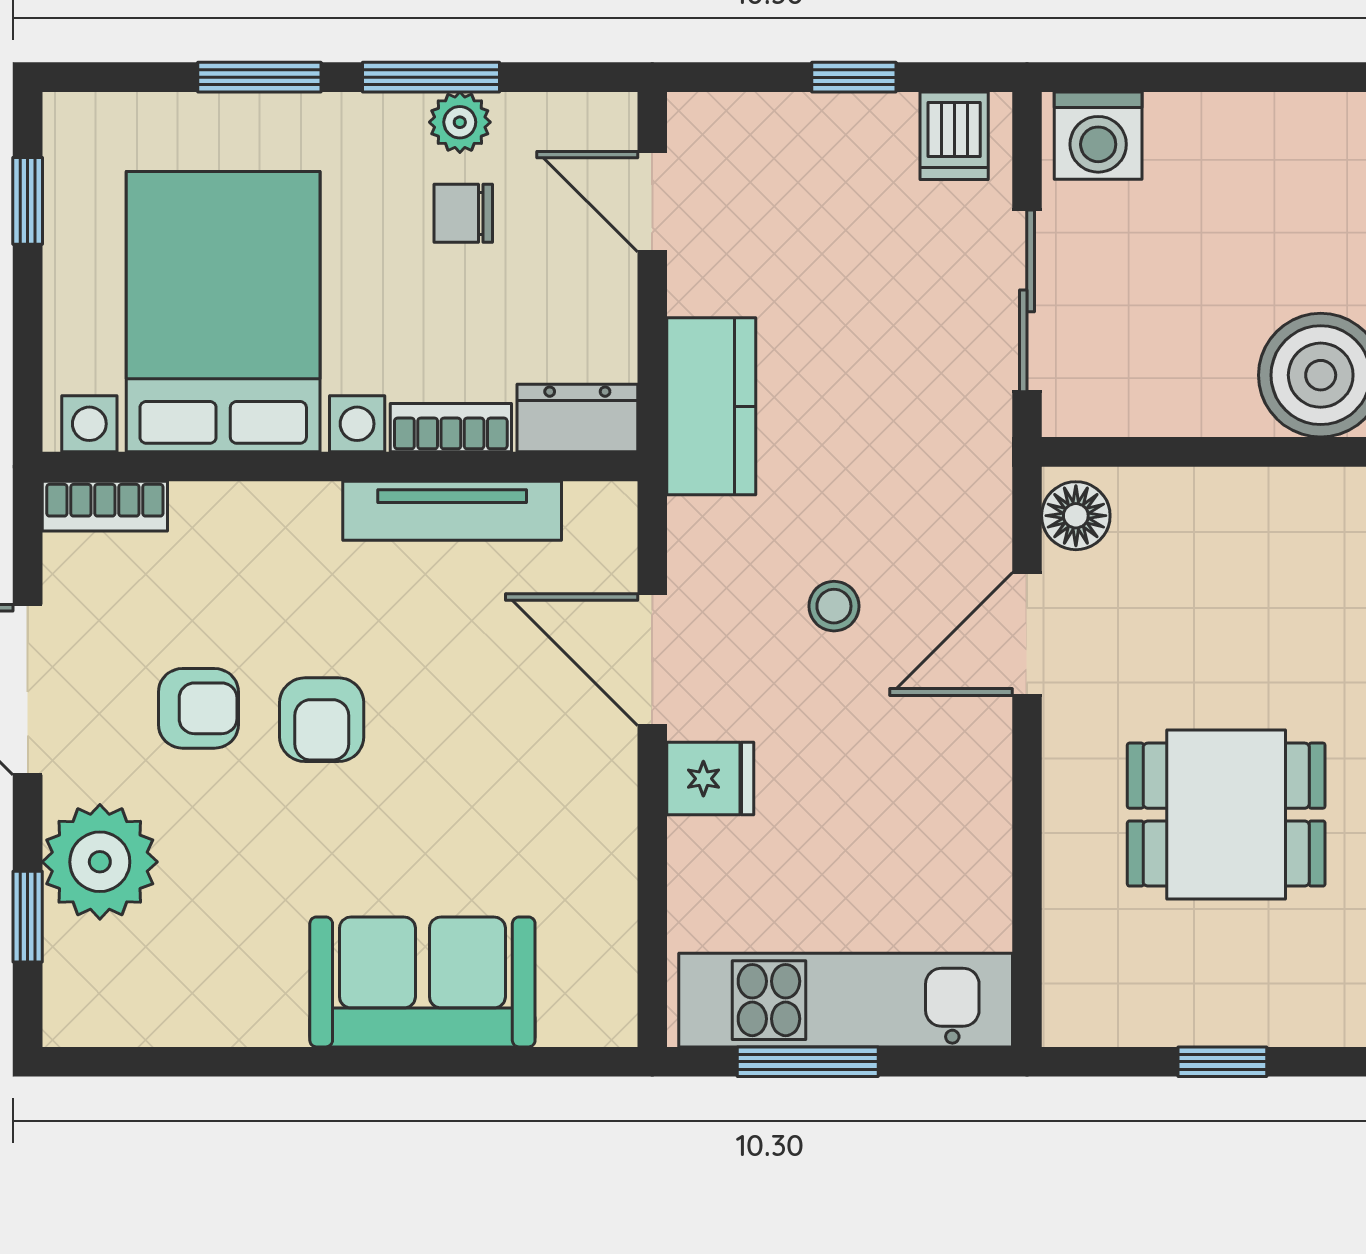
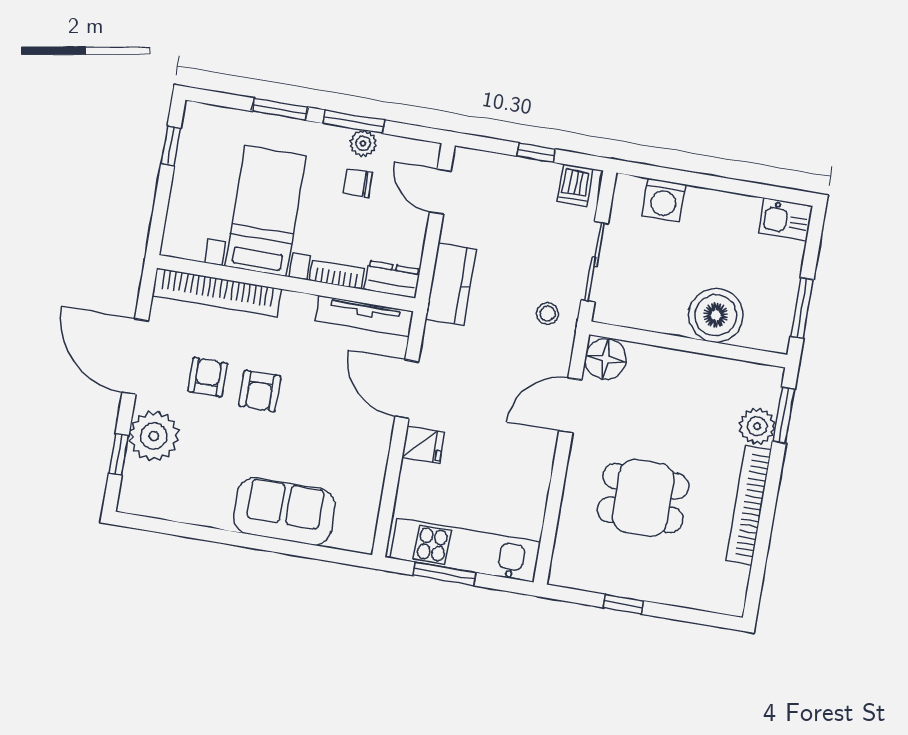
washing machine: (1098, 136) -> (664, 200), moved
bed with nightstands: (223, 312) -> (266, 211), width x0.73
bookcase: (105, 506) -> (217, 292), width x2.31, depth x1.31
tv unit: (452, 511) -> (364, 316), moved
floor lamp: (1076, 516) -> (606, 359), width x1.38, depth x1.38
stool: (834, 606) -> (548, 314), moved
armchair: (198, 708) -> (208, 377), turned -90

